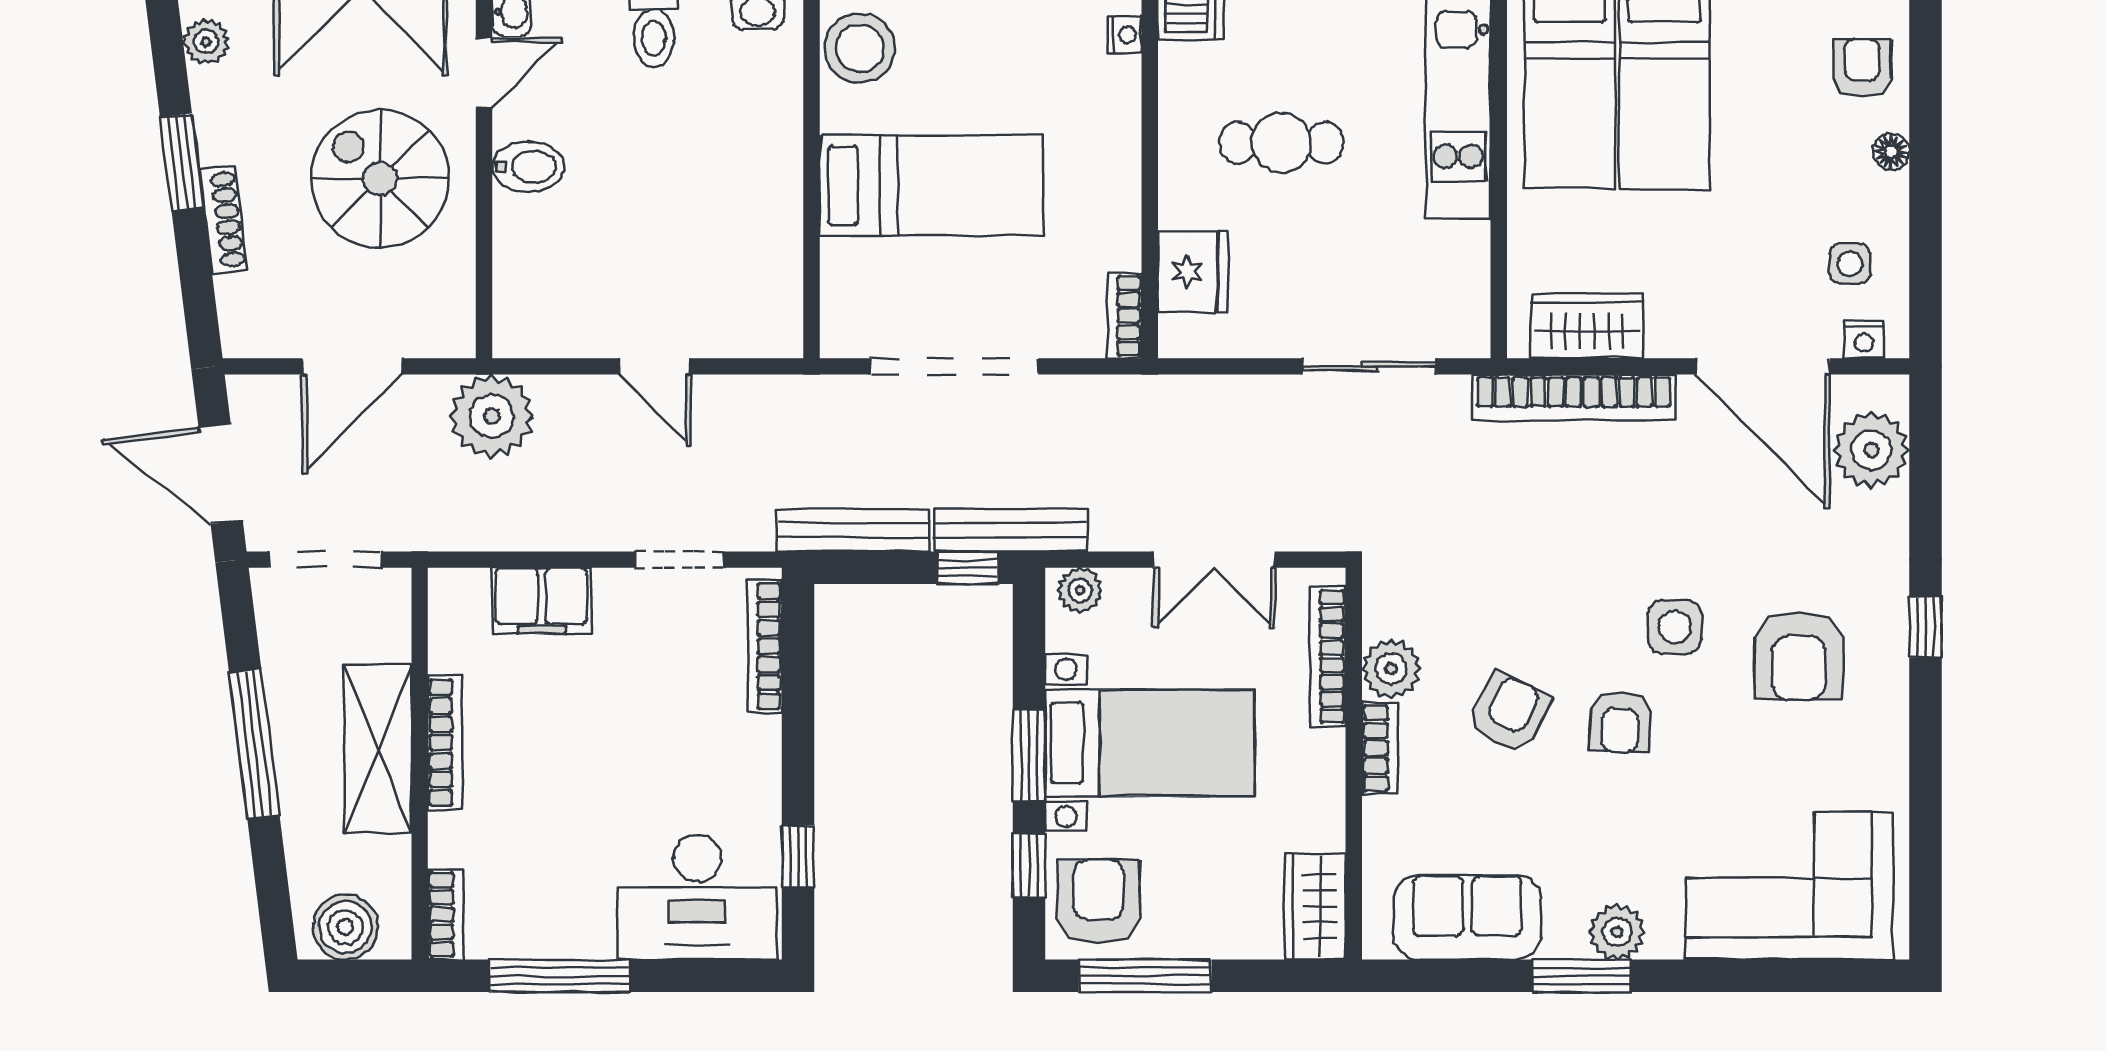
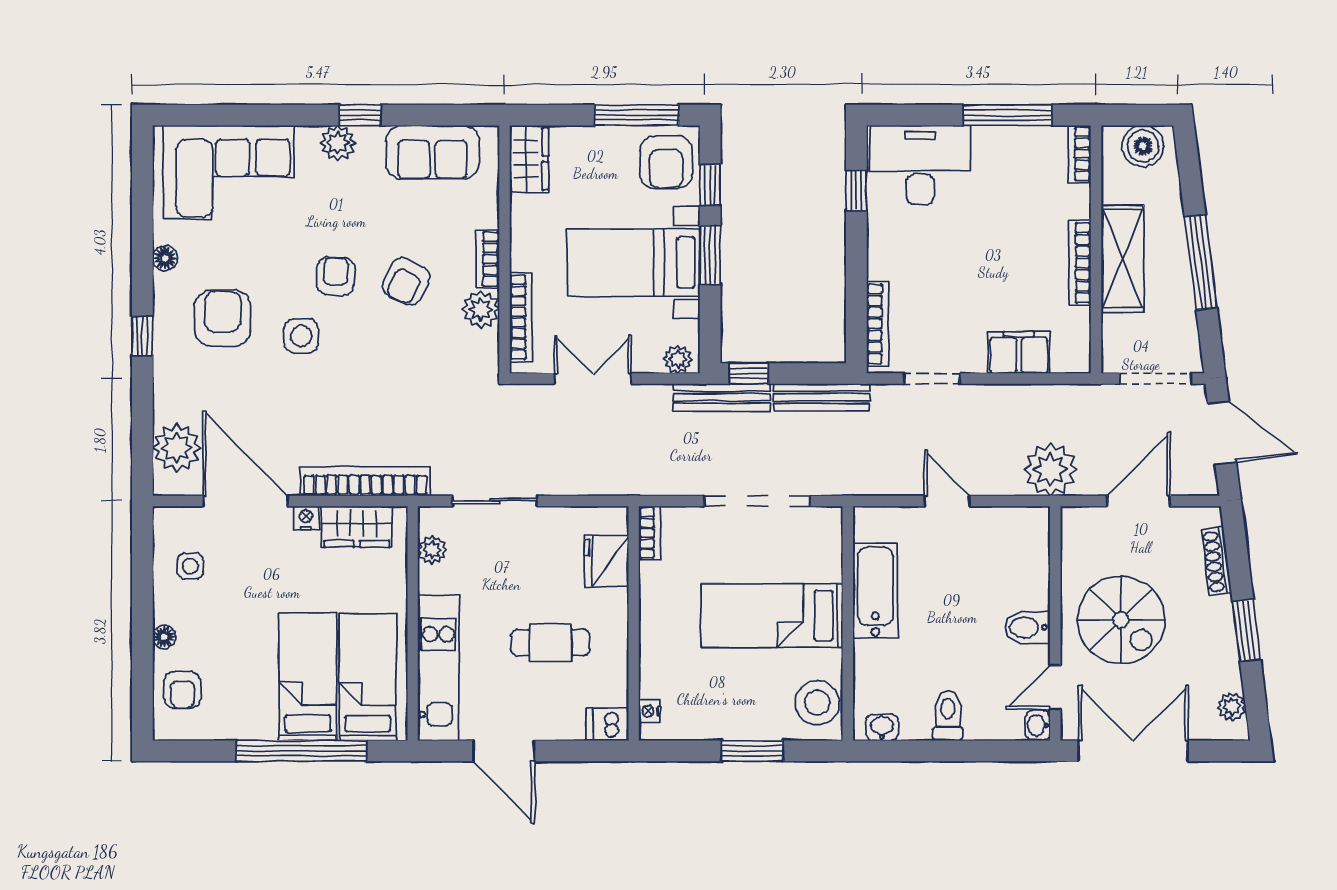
shoe rack: (223, 220) -> (1216, 561), moved
bathtub: (768, 224) -> (875, 591), added
plant: (1468, 289) -> (432, 550), added
nightstand: (1864, 339) -> (306, 518), moved
floor lamp: (1890, 750) -> (165, 258), added
window: (1582, 976) -> (360, 115), width x0.67

